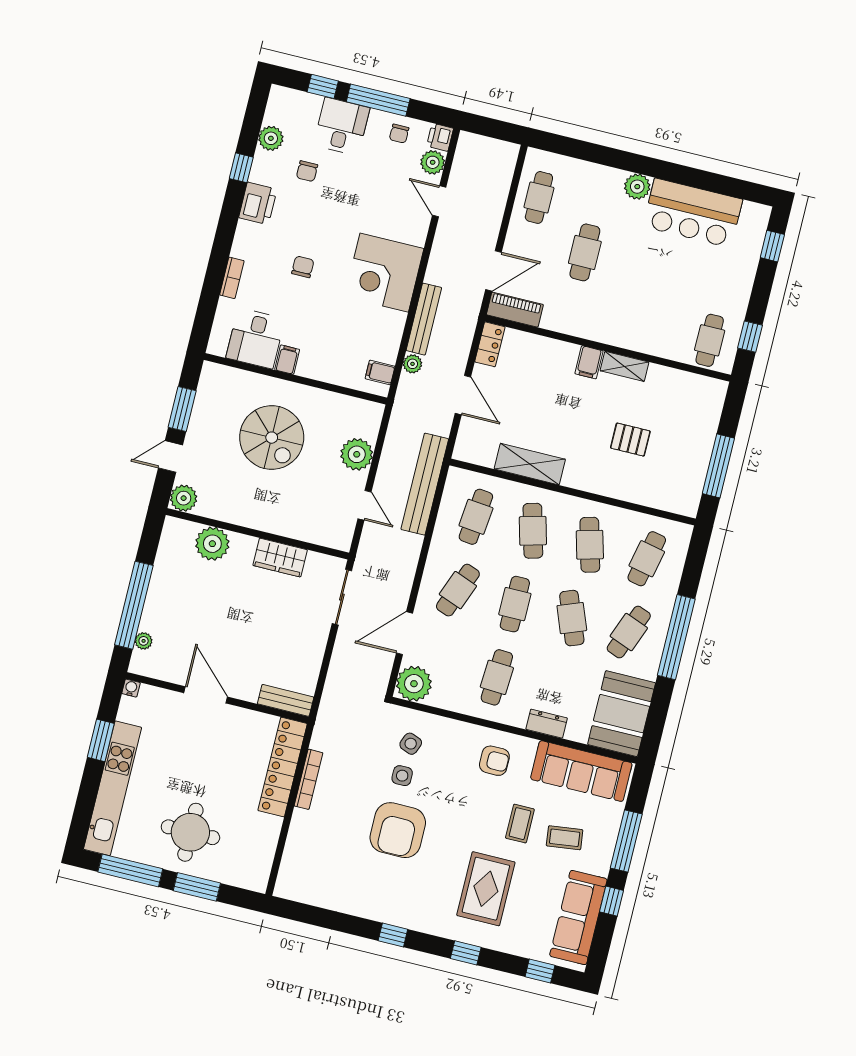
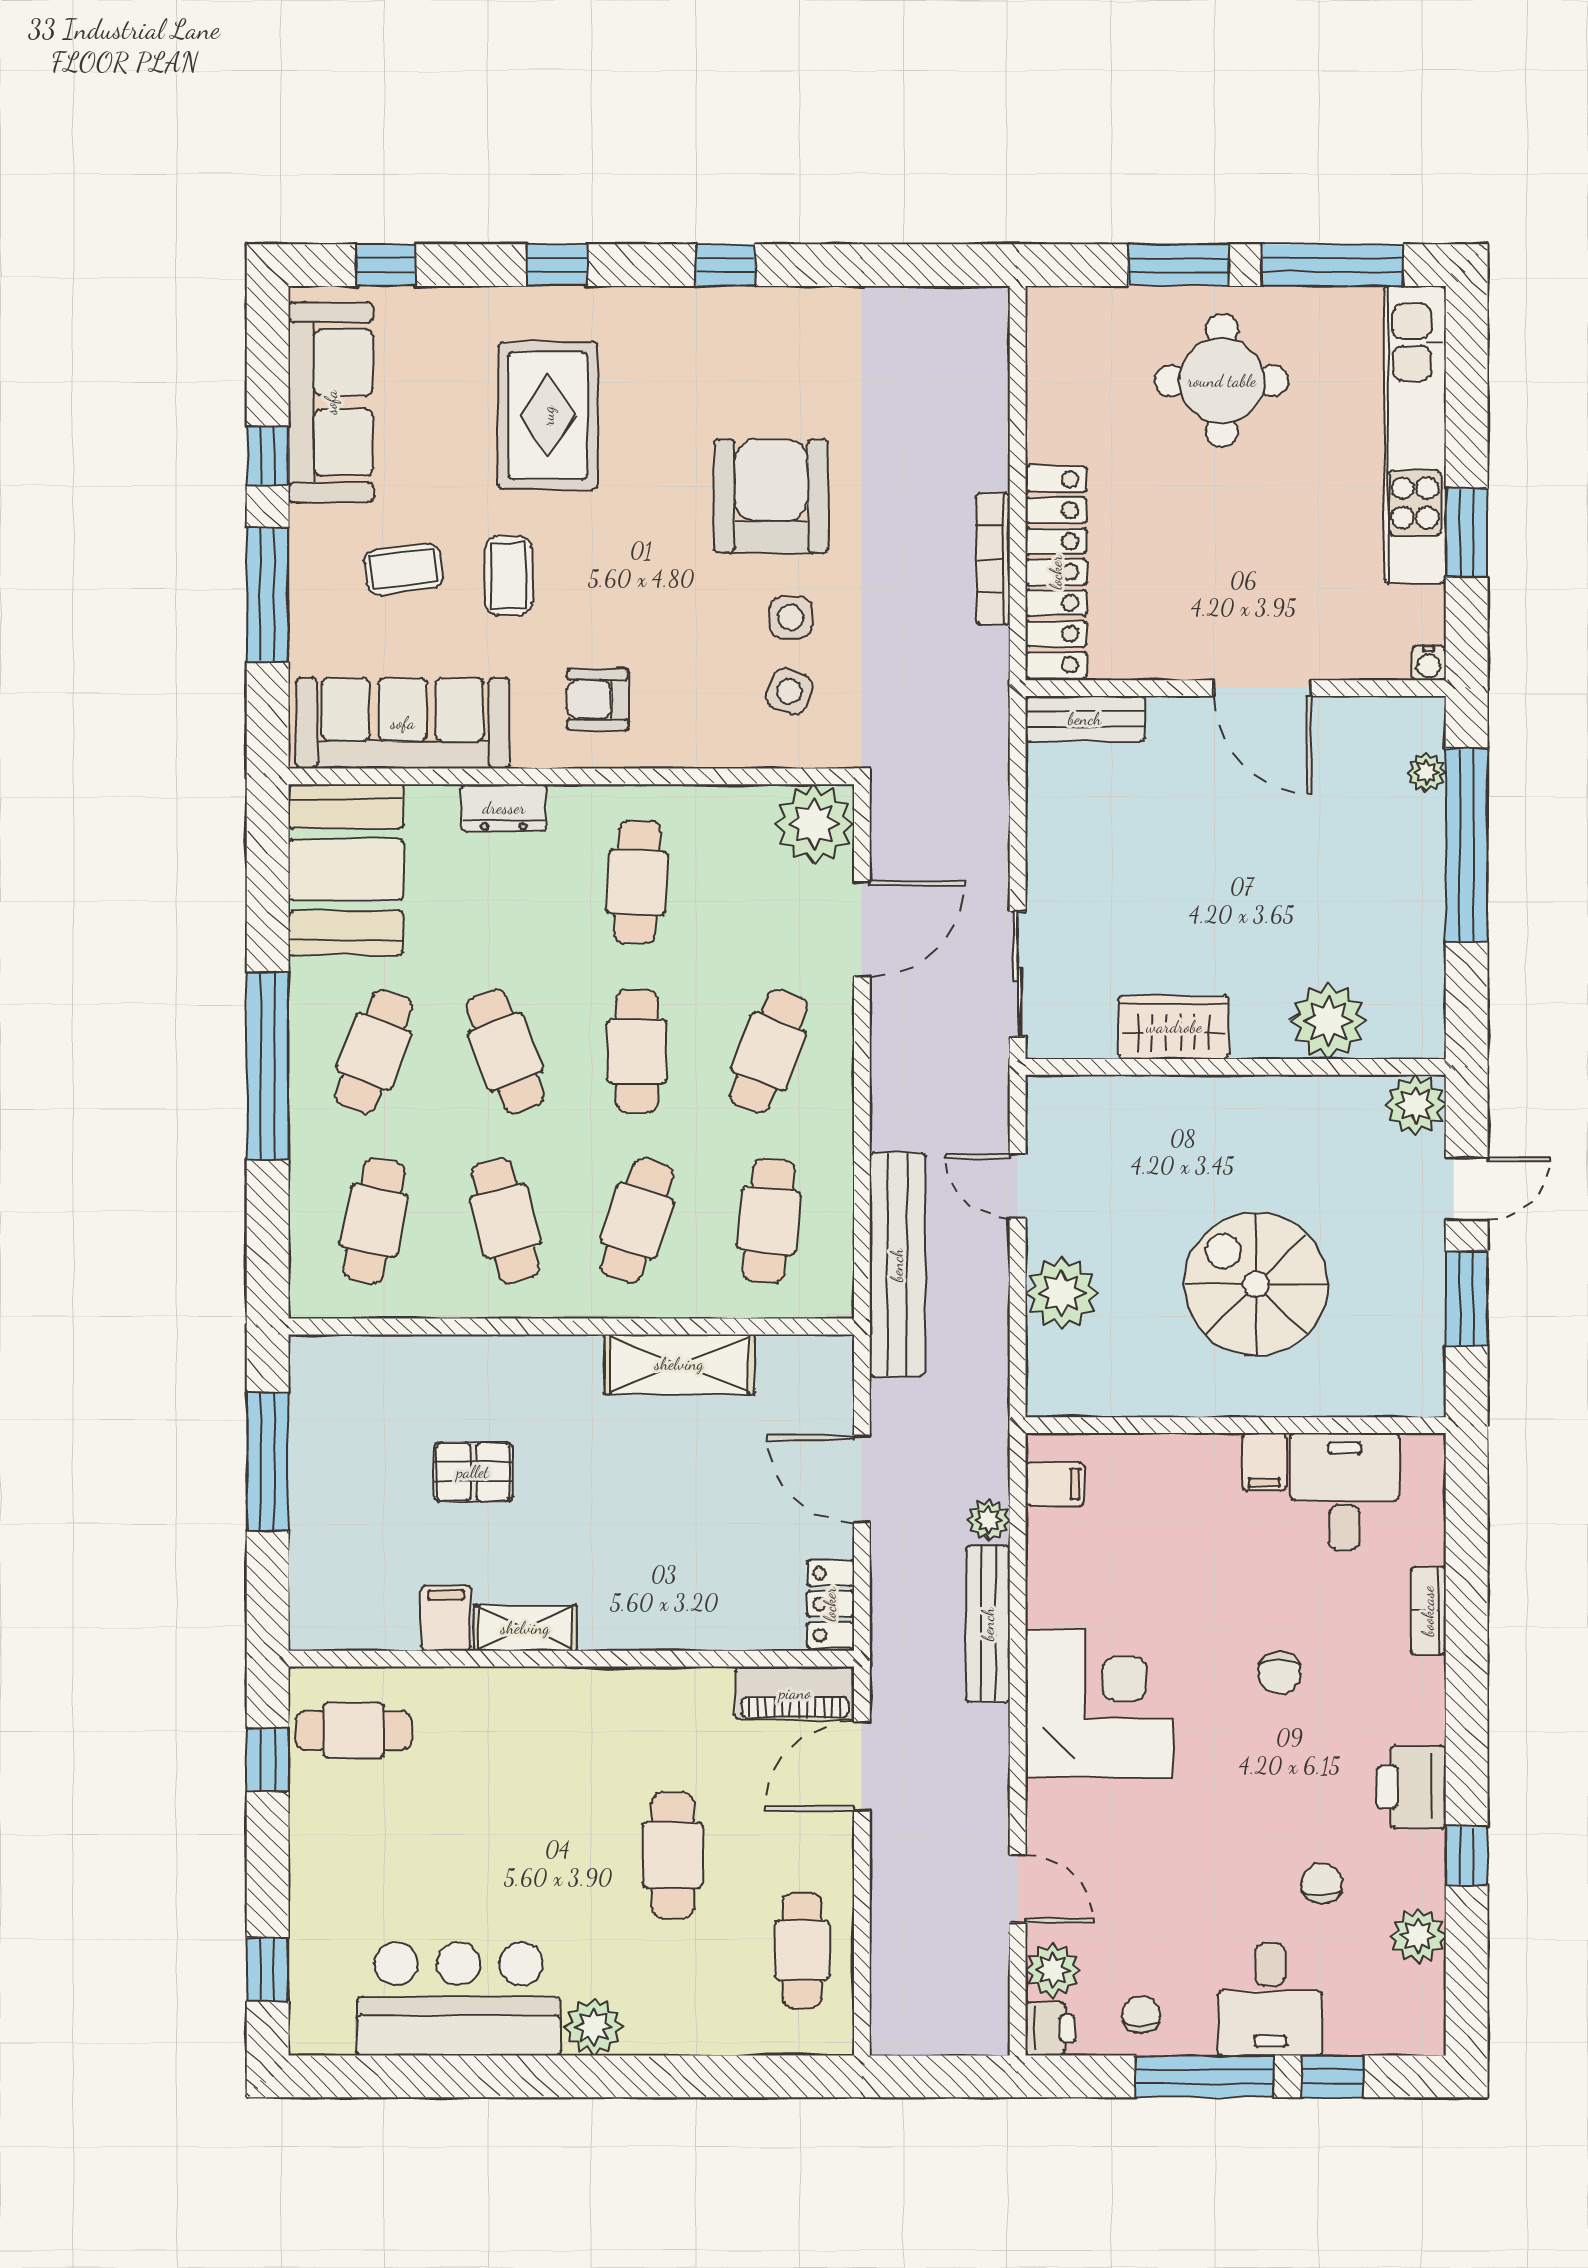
cafe table: (710, 340) -> (354, 1730), turned 90
filing cabinet: (589, 362) -> (446, 1618), moved
cafe table: (533, 531) -> (637, 1221), turned 33

